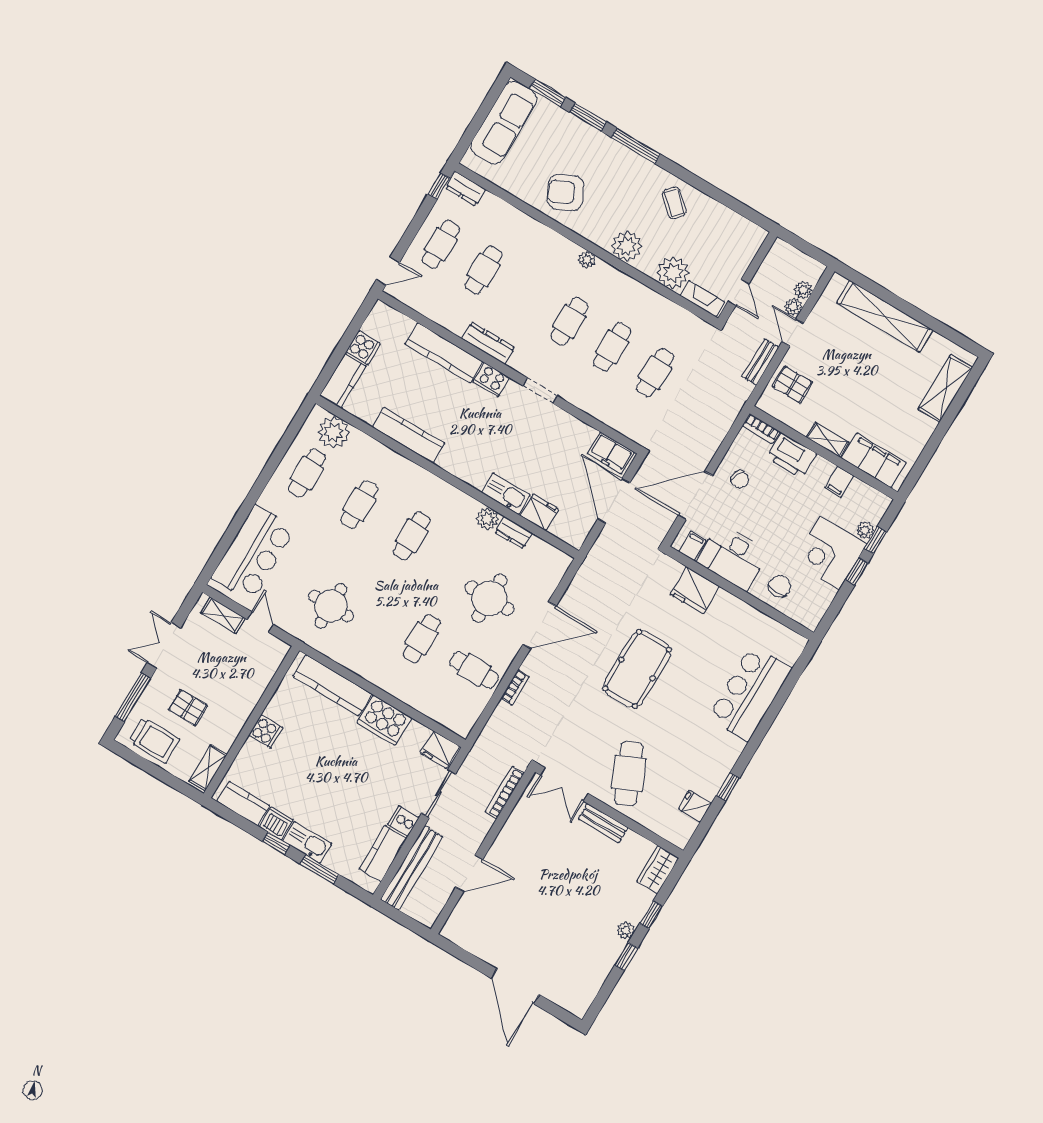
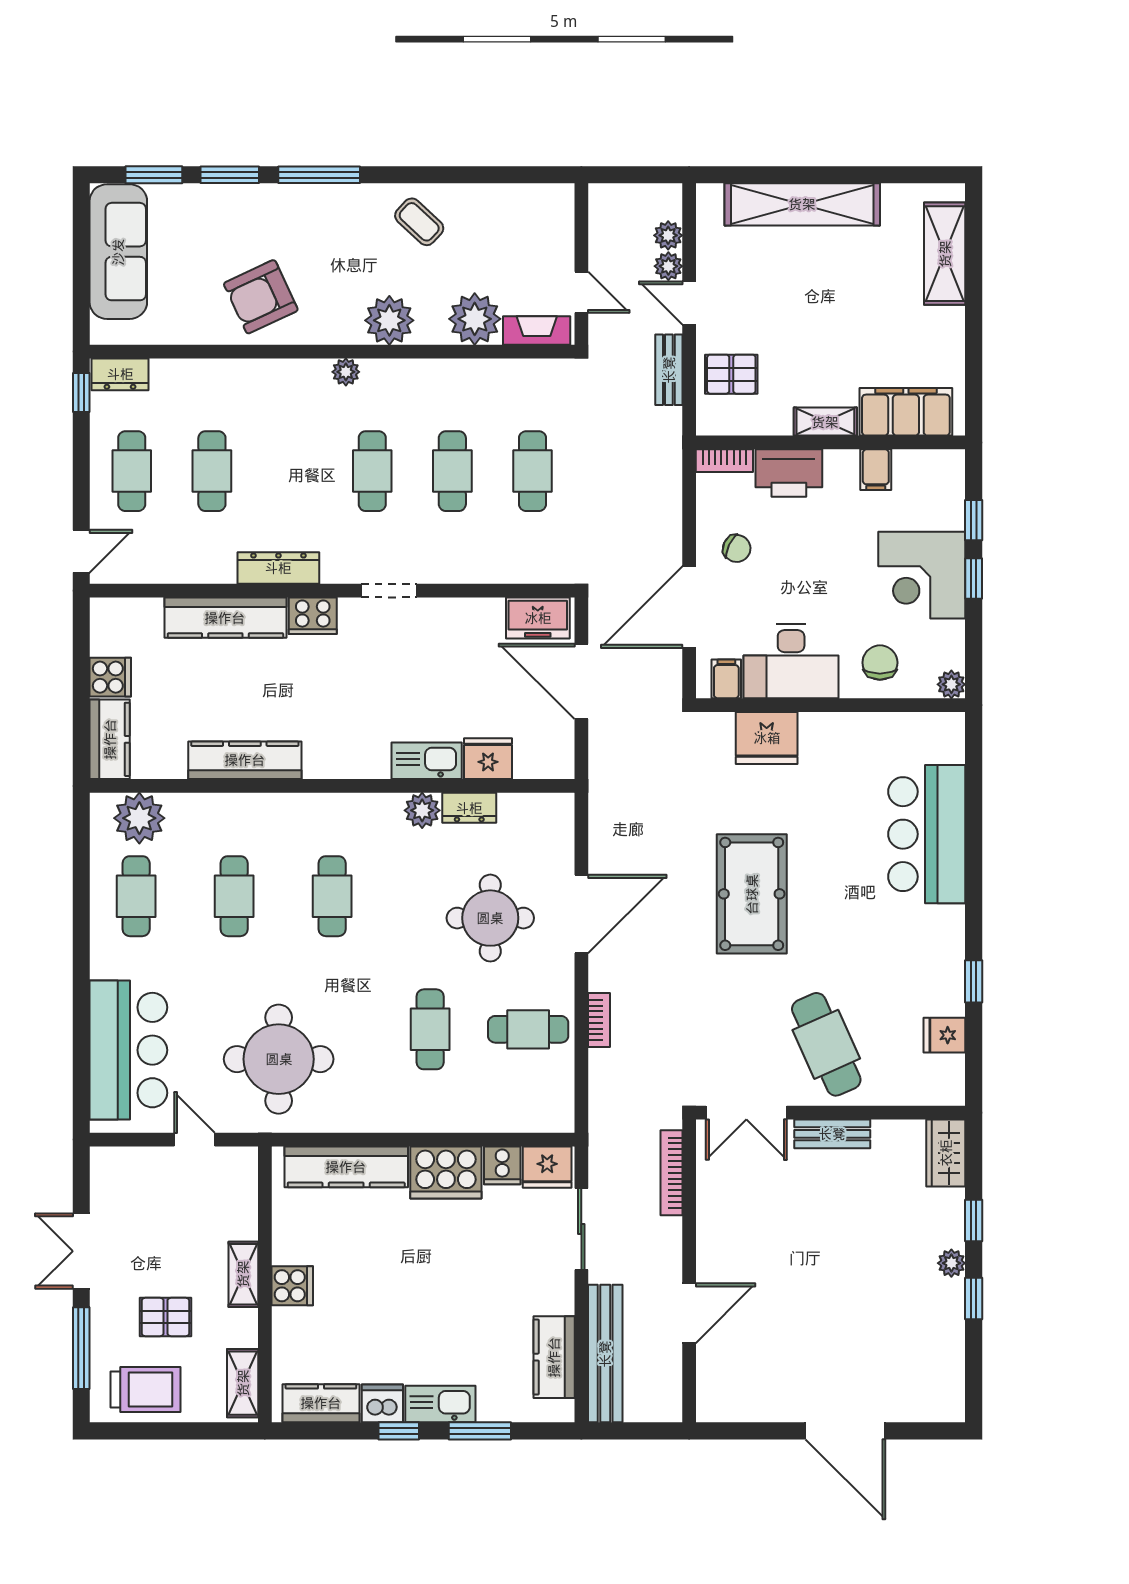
plant: (865, 530) -> (951, 684), moved
round table: (331, 606) -> (279, 1059), width x1.36, depth x1.36
shelving: (223, 615) -> (243, 1274), moved, turned 90
cooker: (404, 821) -> (502, 1165), moved, turned -90

